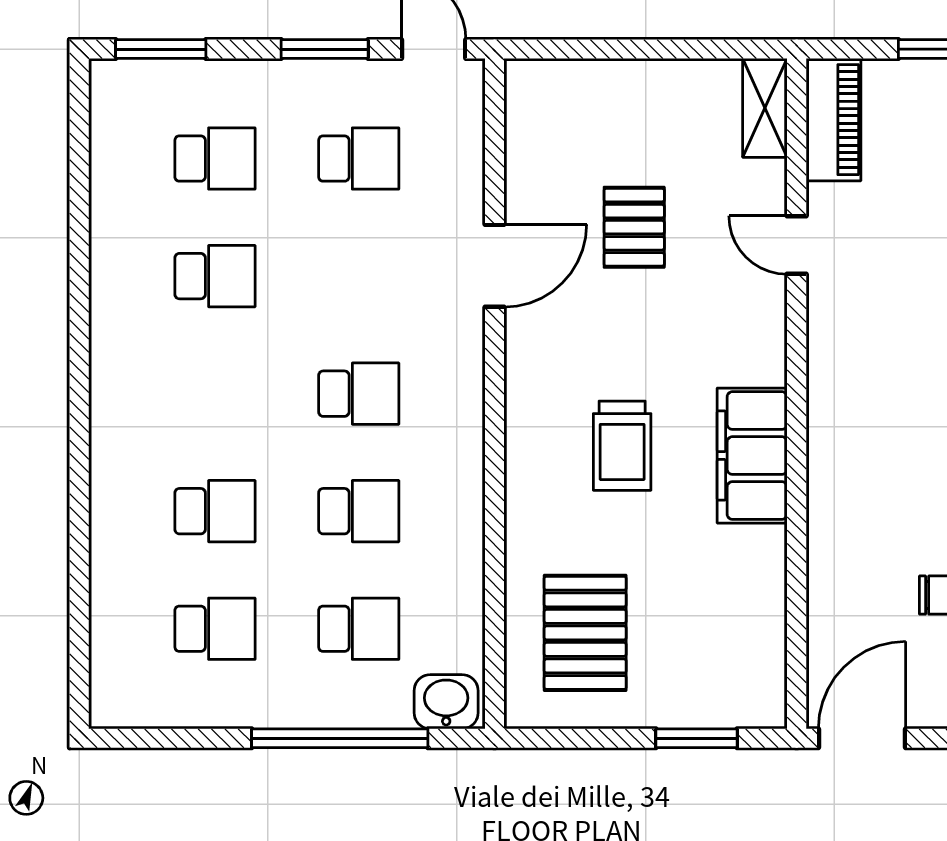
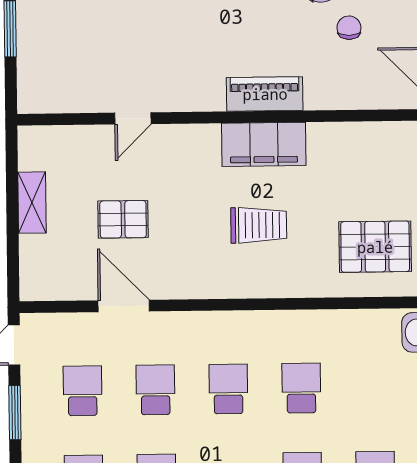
shelving: (765, 108) -> (32, 203), moved, turned 90
piano: (833, 120) -> (265, 94), moved
door: (495, 266) -> (124, 306), moved
school desk: (359, 629) -> (155, 390), moved

